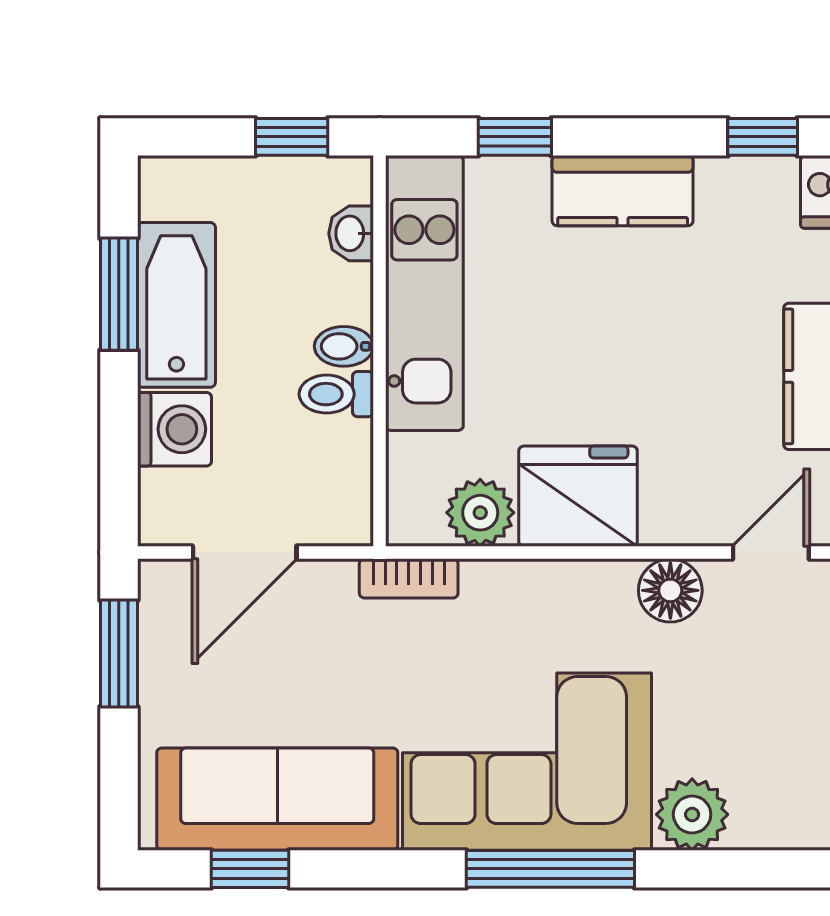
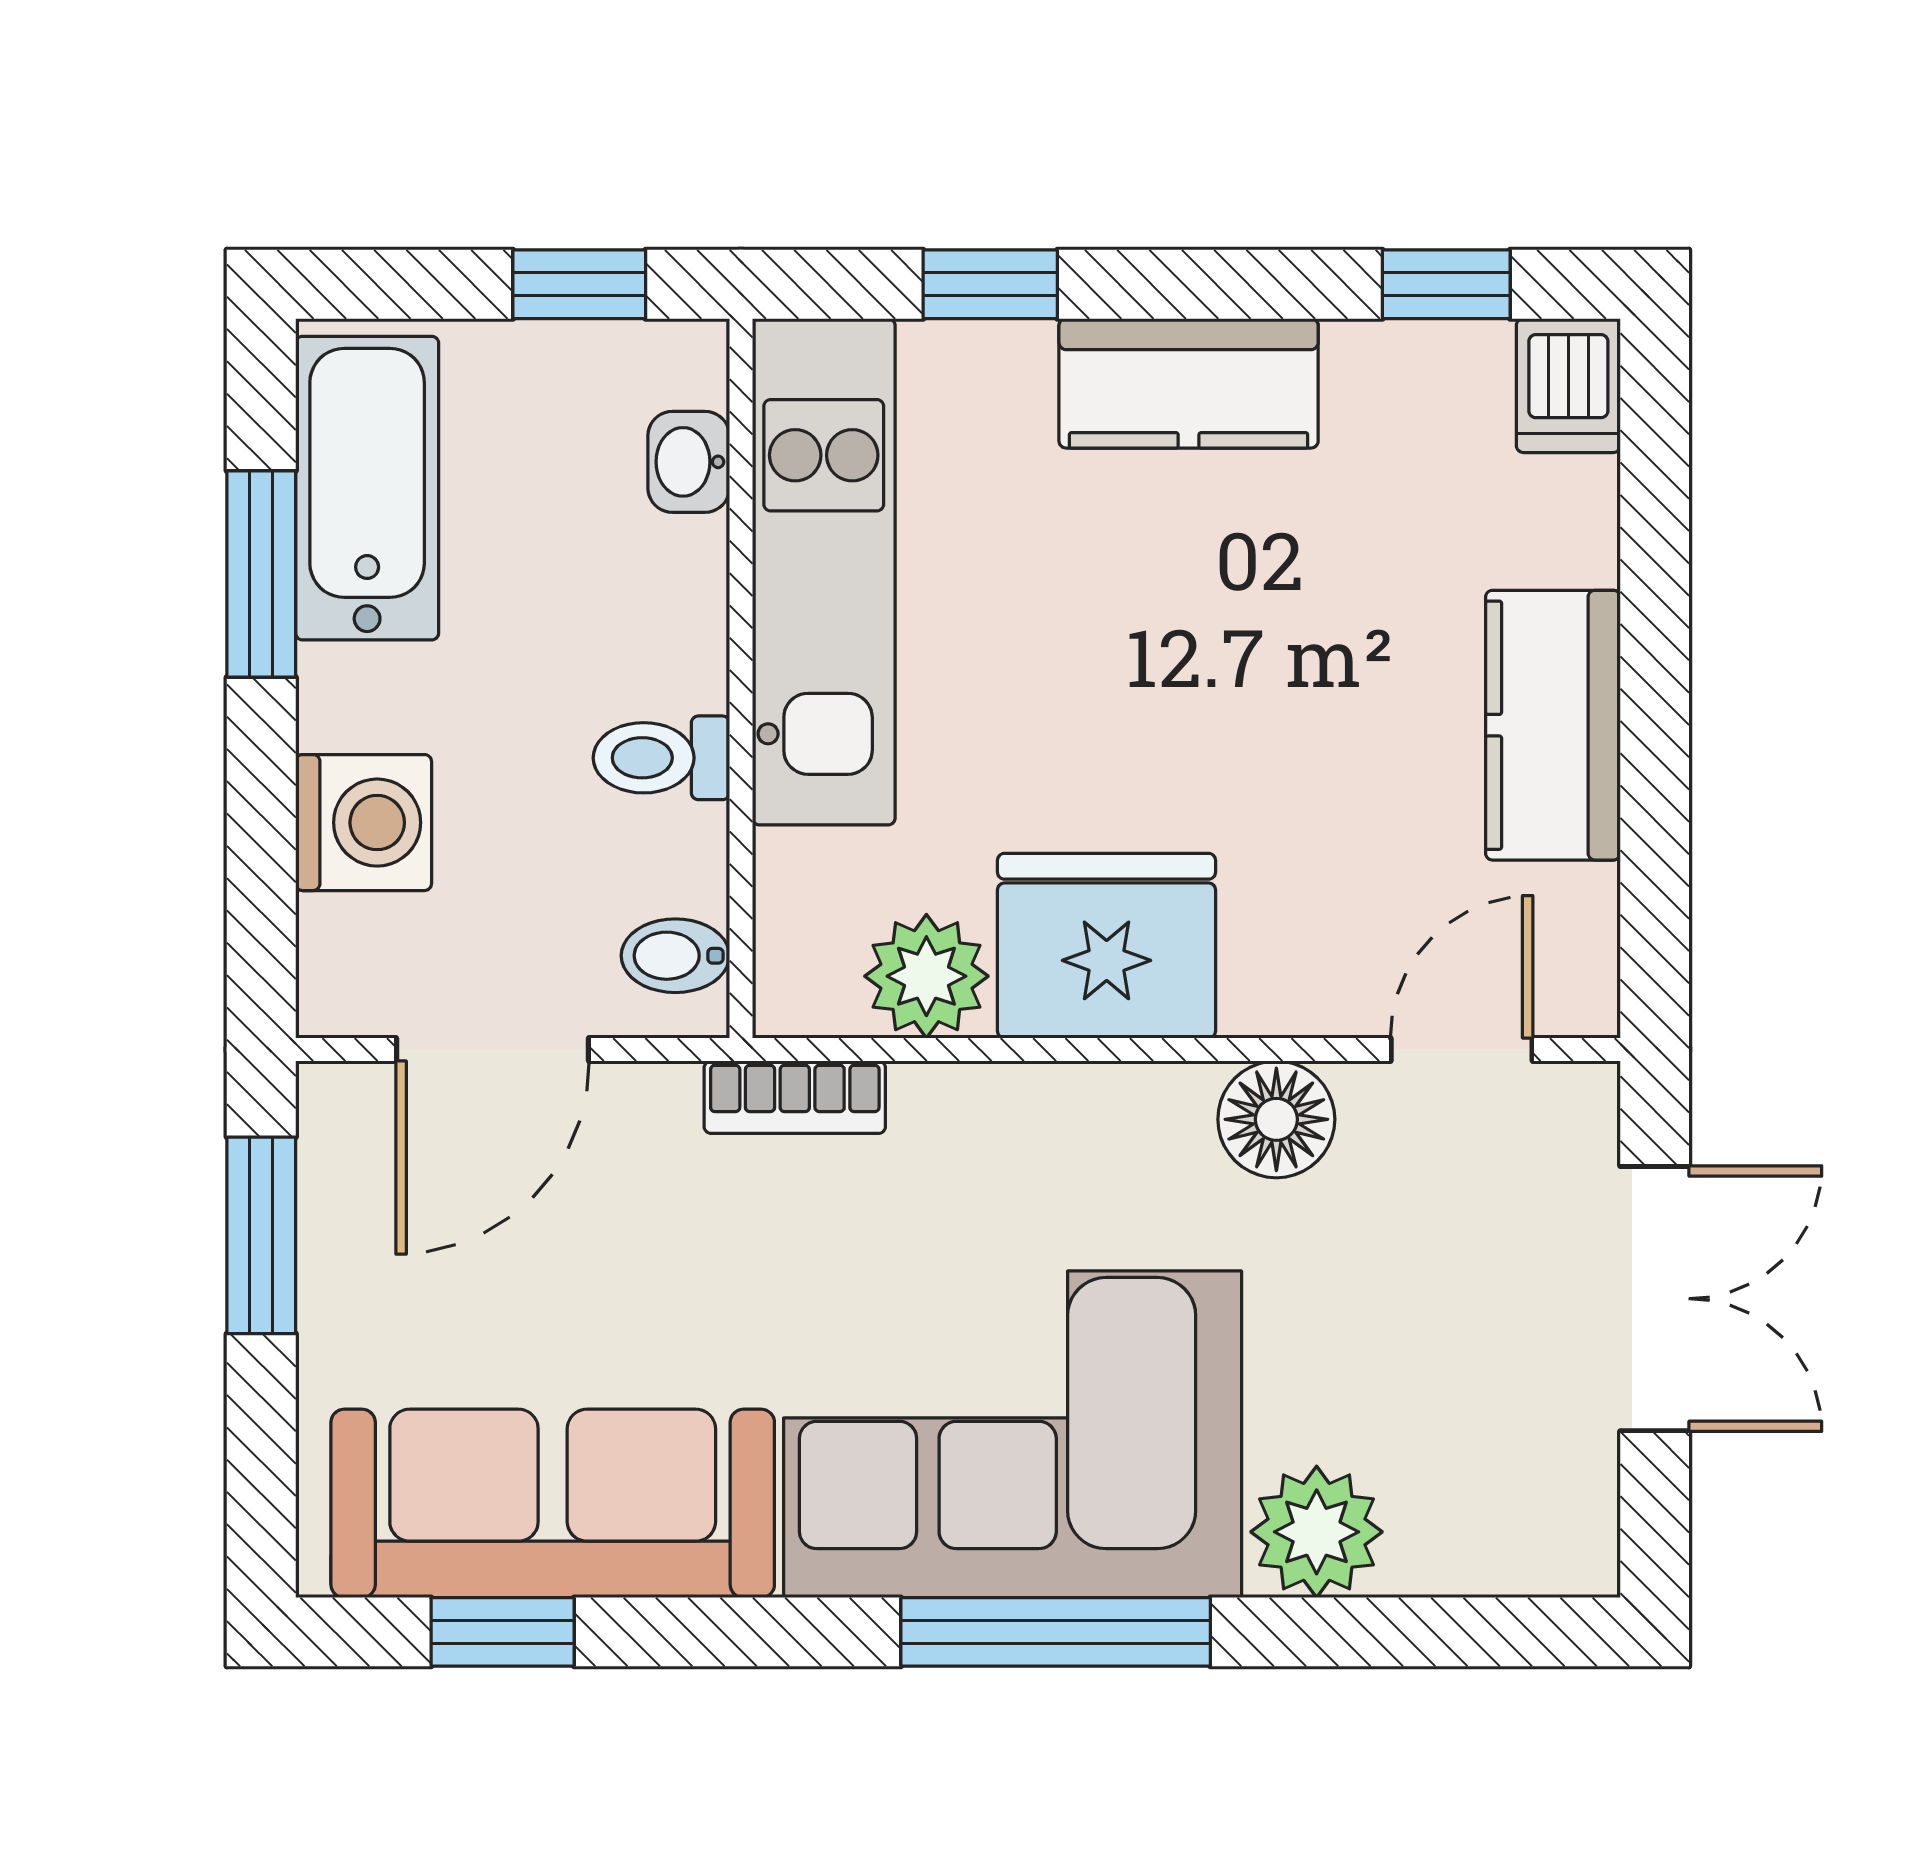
bathtub: (176, 305) -> (367, 488), moved
bidet: (344, 346) -> (675, 956), moved

